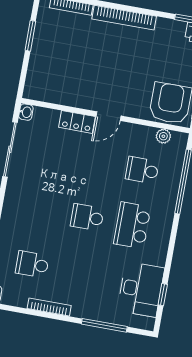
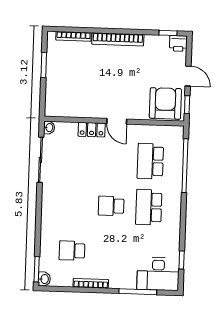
door: (109, 116) -> (117, 121), hinge flipped
plant: (163, 136) -> (164, 131), removed
school desk: (142, 170) -> (150, 161), width x1.85
desk: (141, 289) -> (158, 274), moved, turned 90

